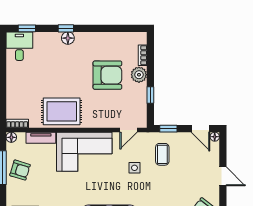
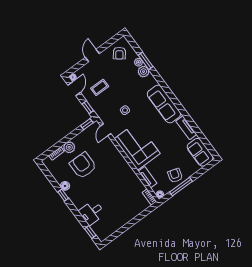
window: (66, 28) -> (63, 195), moved
floor lamp: (68, 38) -> (65, 186), moved
desk: (19, 46) -> (92, 213), moved
window: (150, 95) -> (87, 124), moved
rug: (62, 111) -> (123, 176), removed
door: (129, 130) -> (106, 130), swing flipped
coffee table: (162, 154) -> (100, 87), moved

